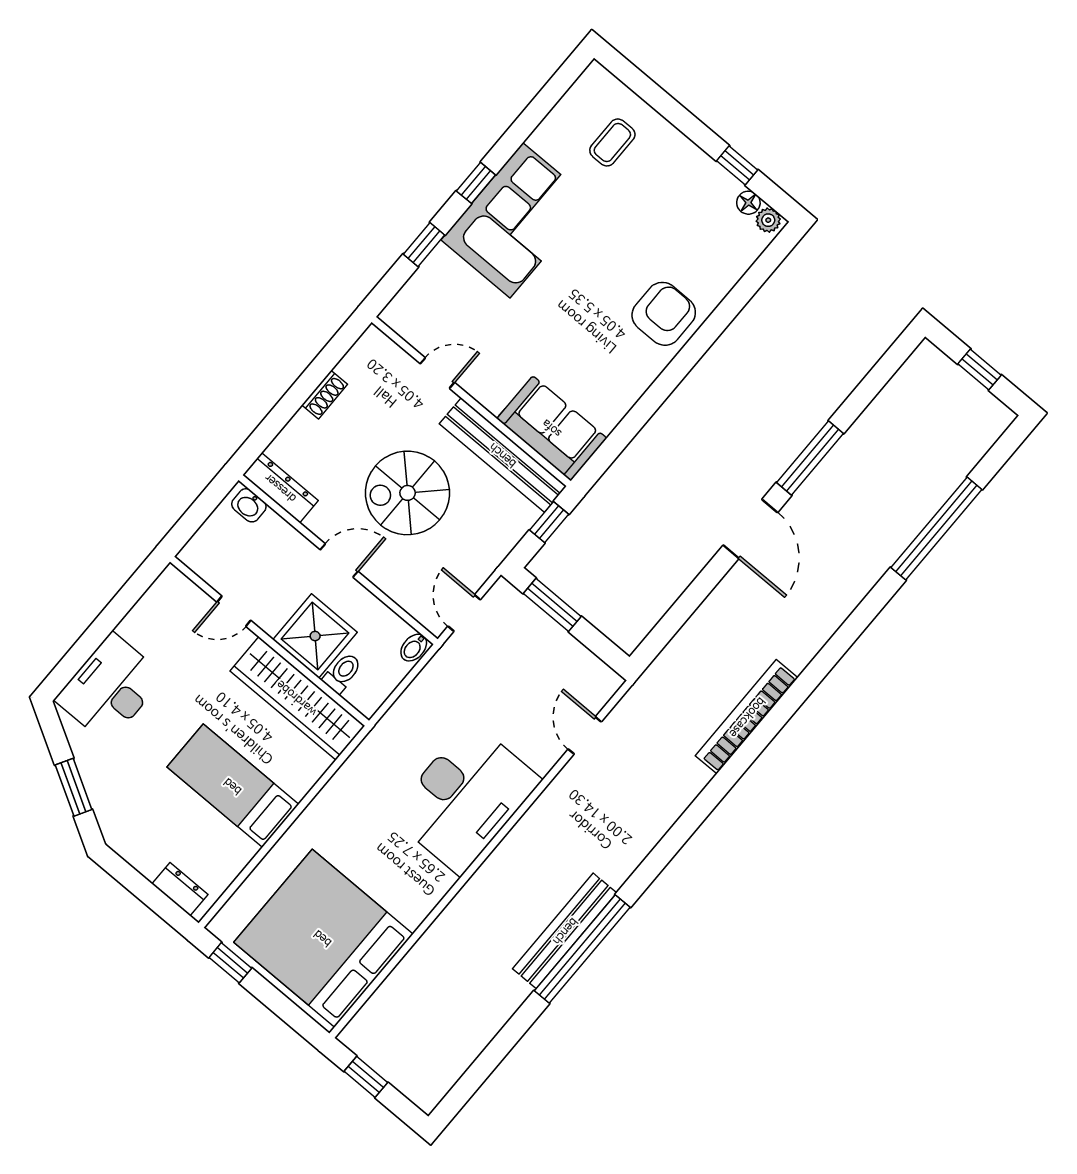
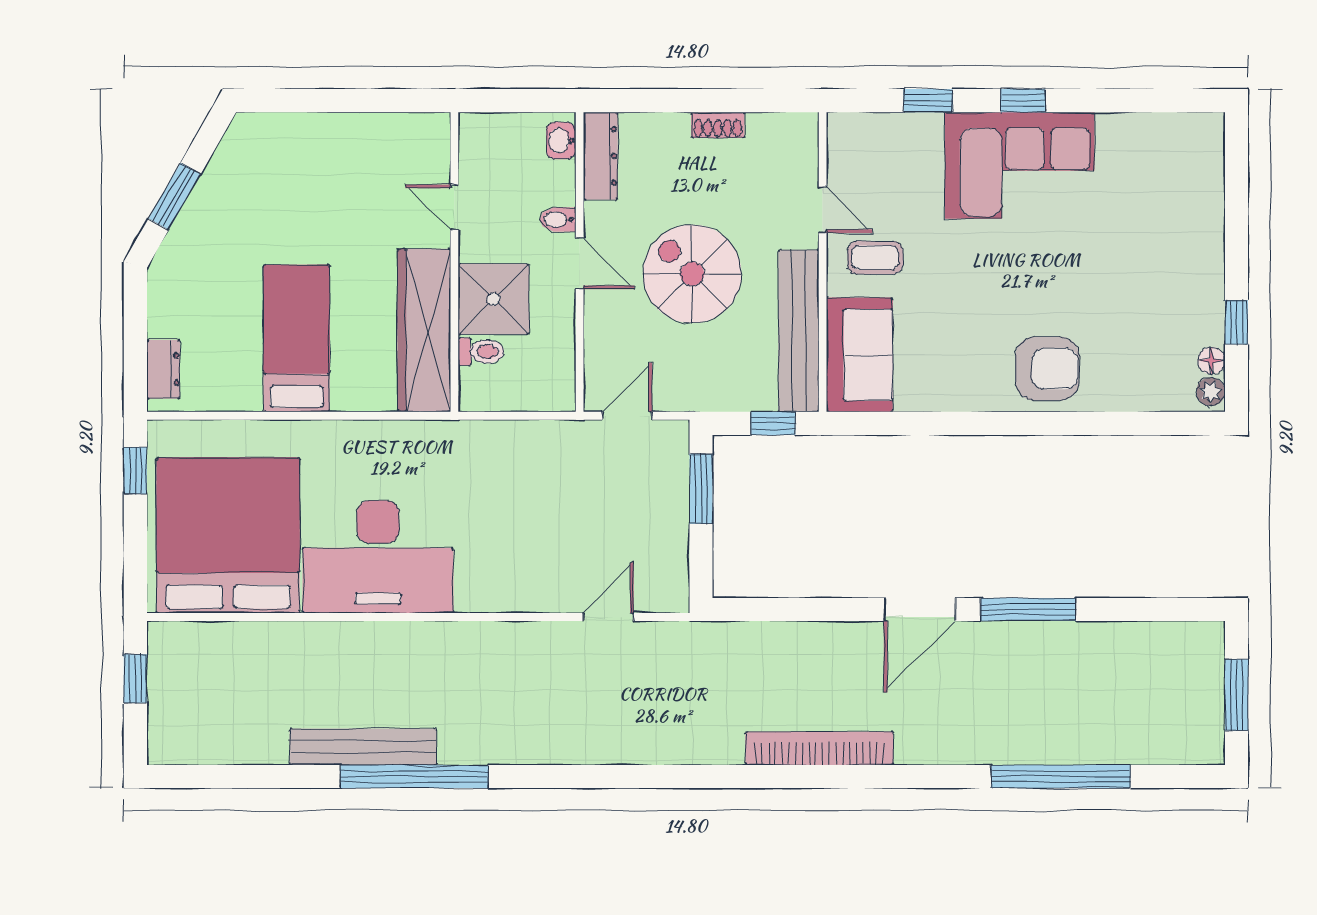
coffee table: (612, 142) -> (875, 258), moved
window: (980, 369) -> (1236, 695), width x1.50
bidet: (414, 648) -> (558, 220), moved
desk: (110, 688) -> (291, 154), removed
bookcase: (747, 717) -> (819, 748), moved
desk: (465, 798) -> (378, 557), moved
bench: (565, 931) -> (363, 747), moved

